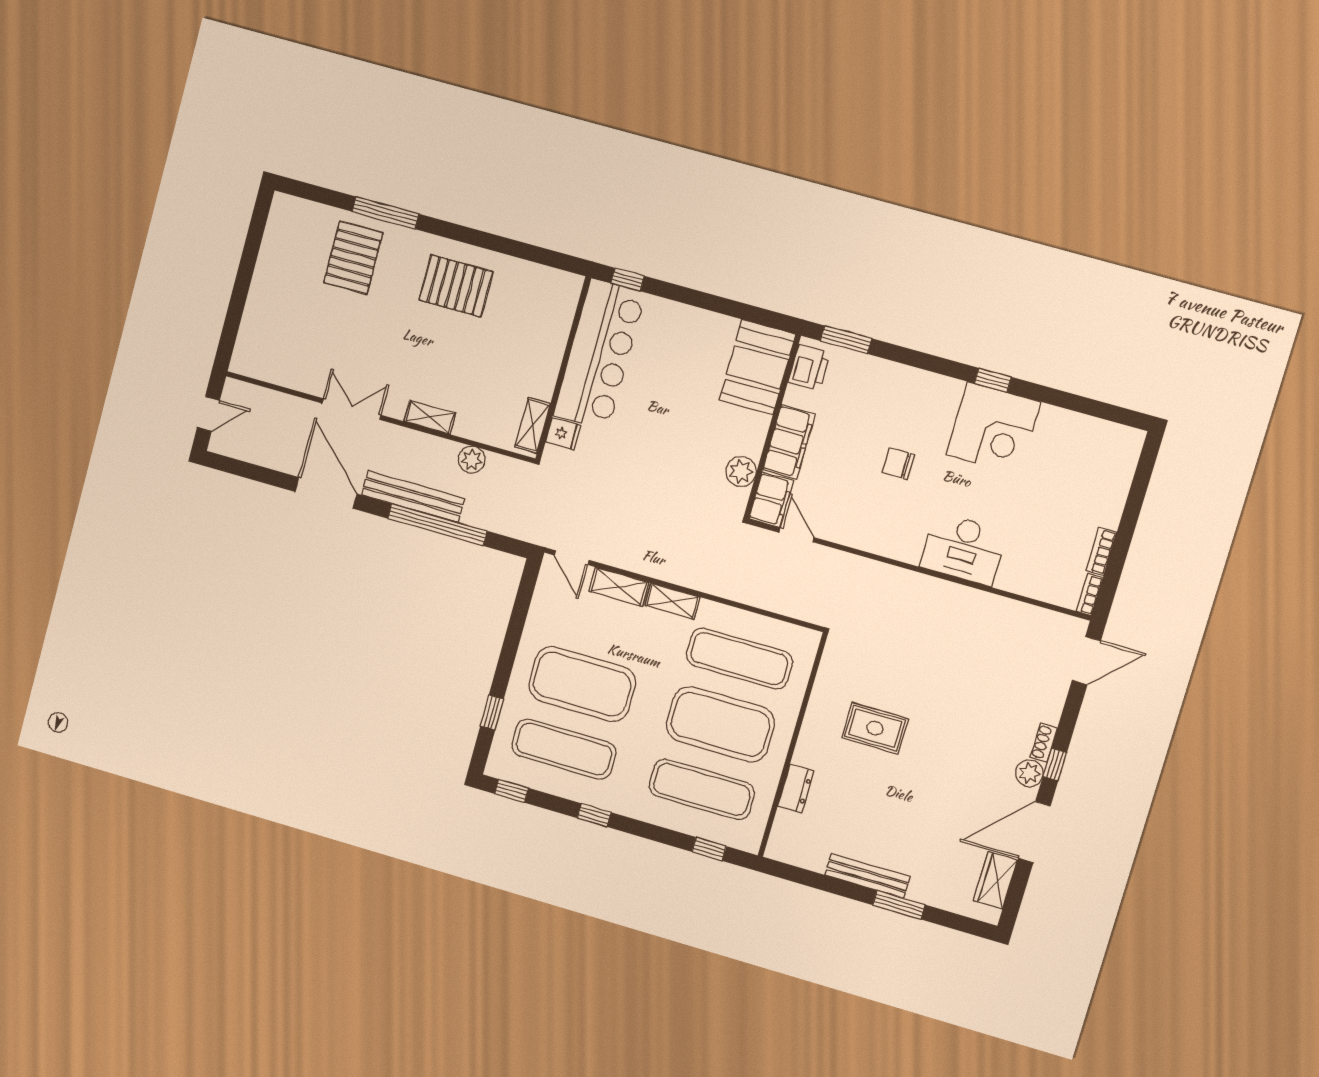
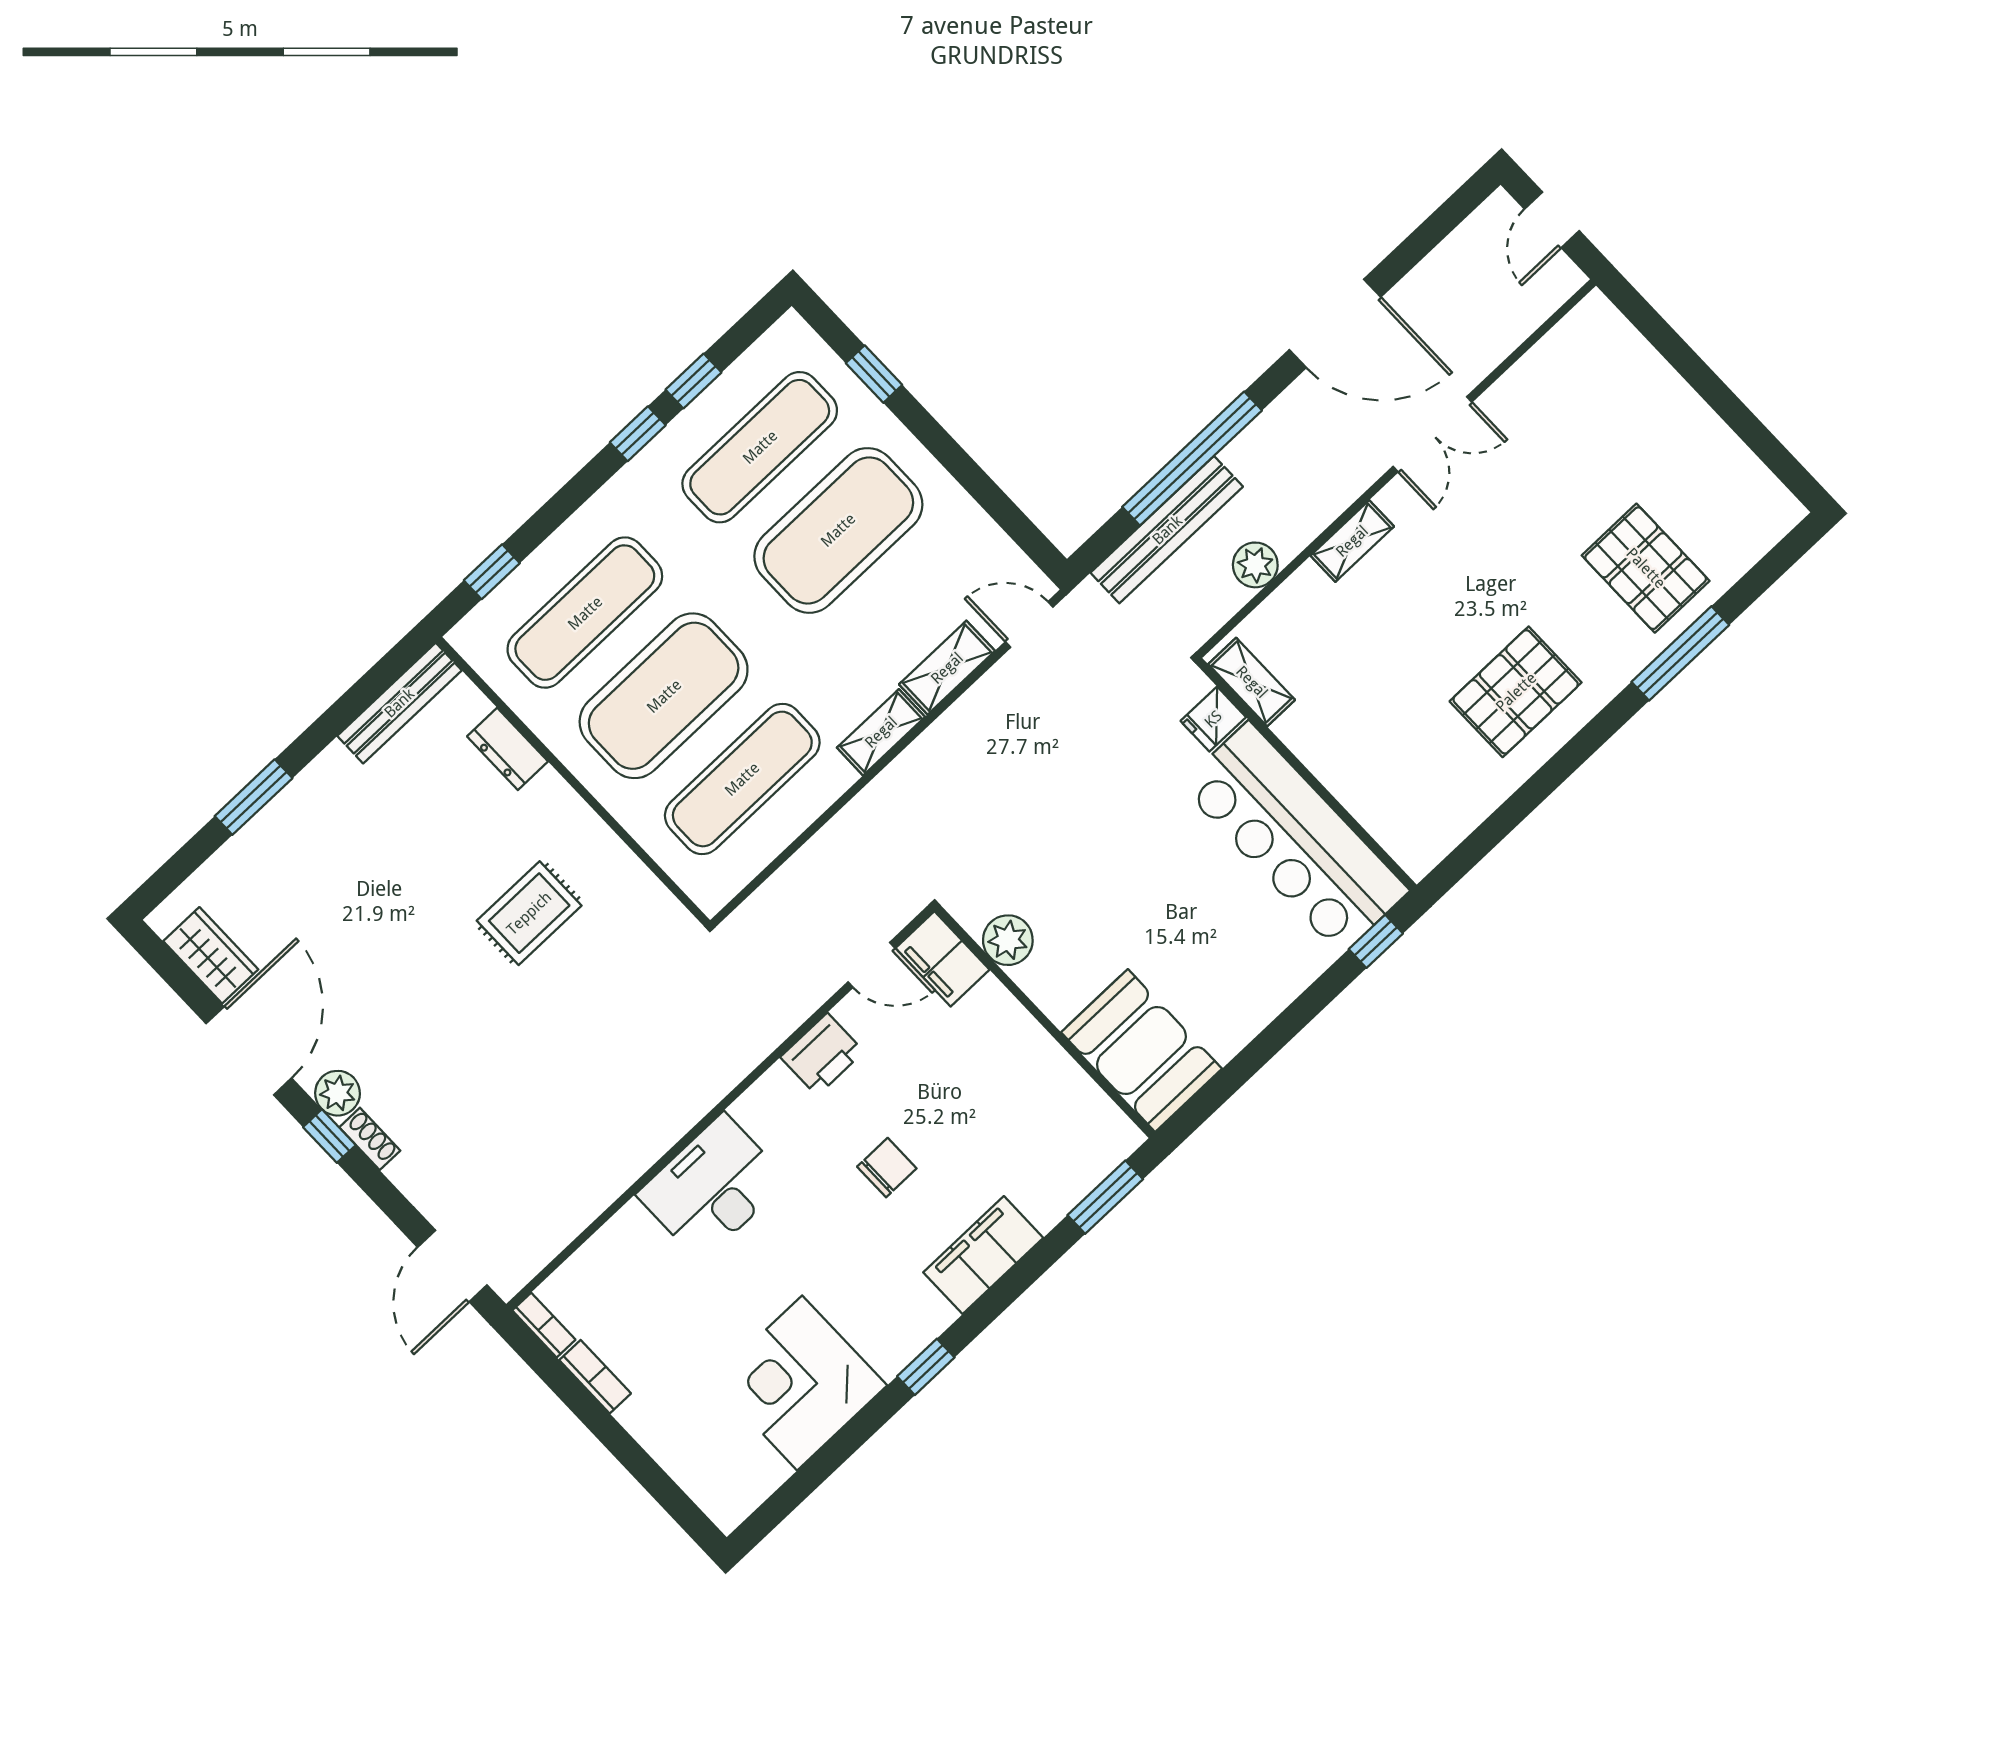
printer: (809, 368) -> (822, 1054), moved, turned -90
corner desk: (993, 428) -> (800, 1383), moved
filing cabinet: (789, 442) -> (983, 1255), moved, turned 90
bench: (413, 497) -> (1167, 530), moved
window: (512, 791) -> (693, 381), moved
bench: (867, 876) -> (399, 703), moved

